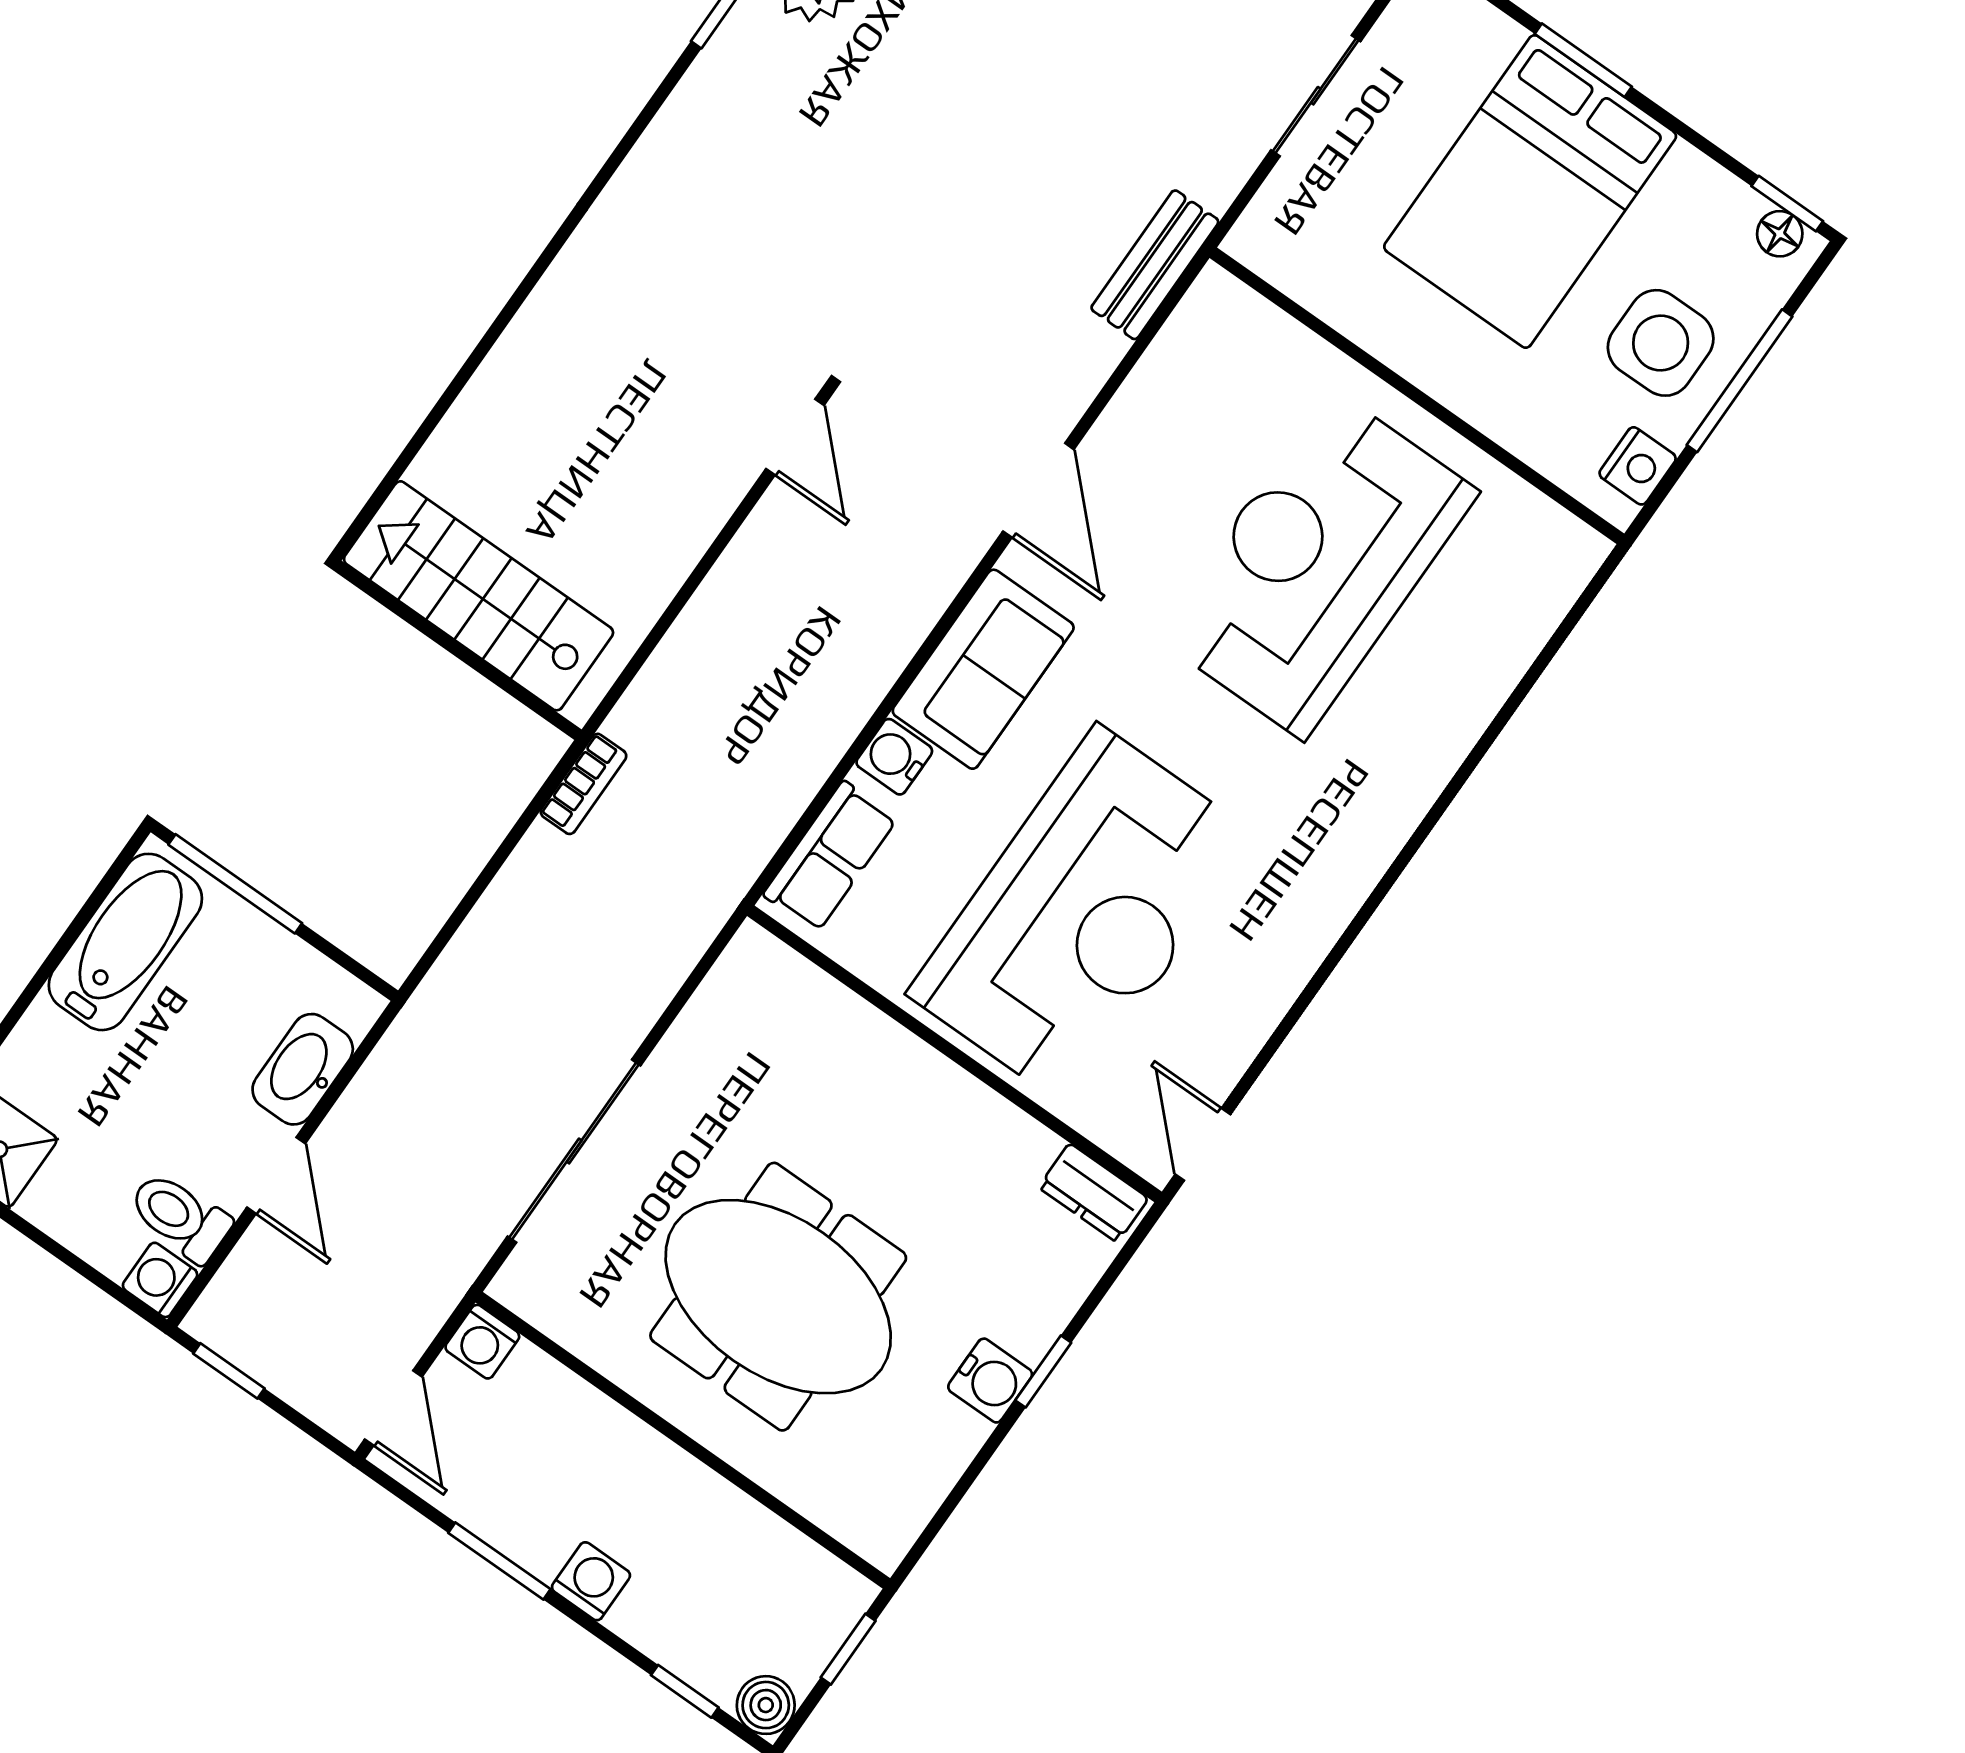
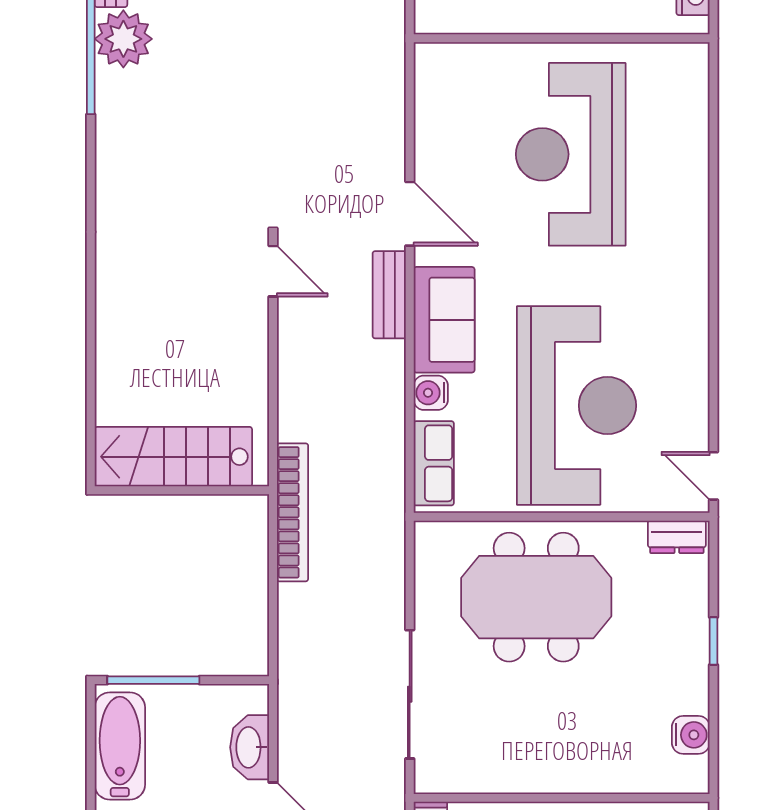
bench: (1155, 265) -> (389, 295), moved
bookcase: (584, 784) -> (292, 512), width x2.31, depth x1.31
meeting table: (778, 1297) -> (536, 597), moved
water cooler: (990, 1381) -> (691, 735), moved

